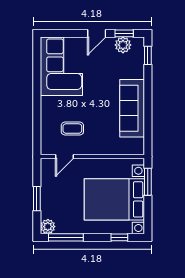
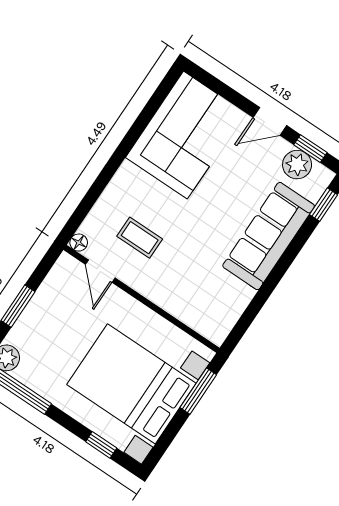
sofa: (132, 108) -> (269, 236), moved
floor lamp: (45, 150) -> (79, 243), added
door: (64, 157) -> (100, 271), hinge flipped

